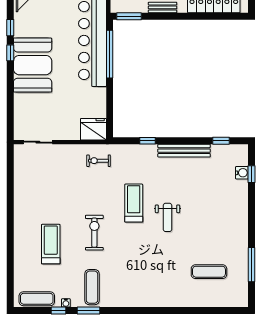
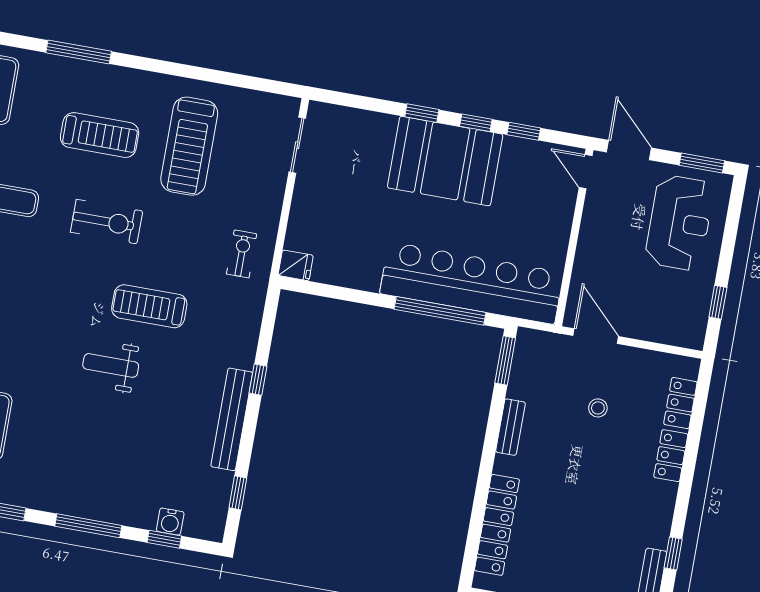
window: (10, 81) -> (422, 113), added
fridge: (93, 129) -> (296, 265), width x0.53, depth x0.75
window: (147, 141) -> (258, 380), moved
treadmill: (48, 197) -> (189, 146), added
treadmill: (134, 203) -> (149, 306), turned 180
window: (251, 214) -> (88, 526), added
window: (10, 262) -> (79, 52), added

